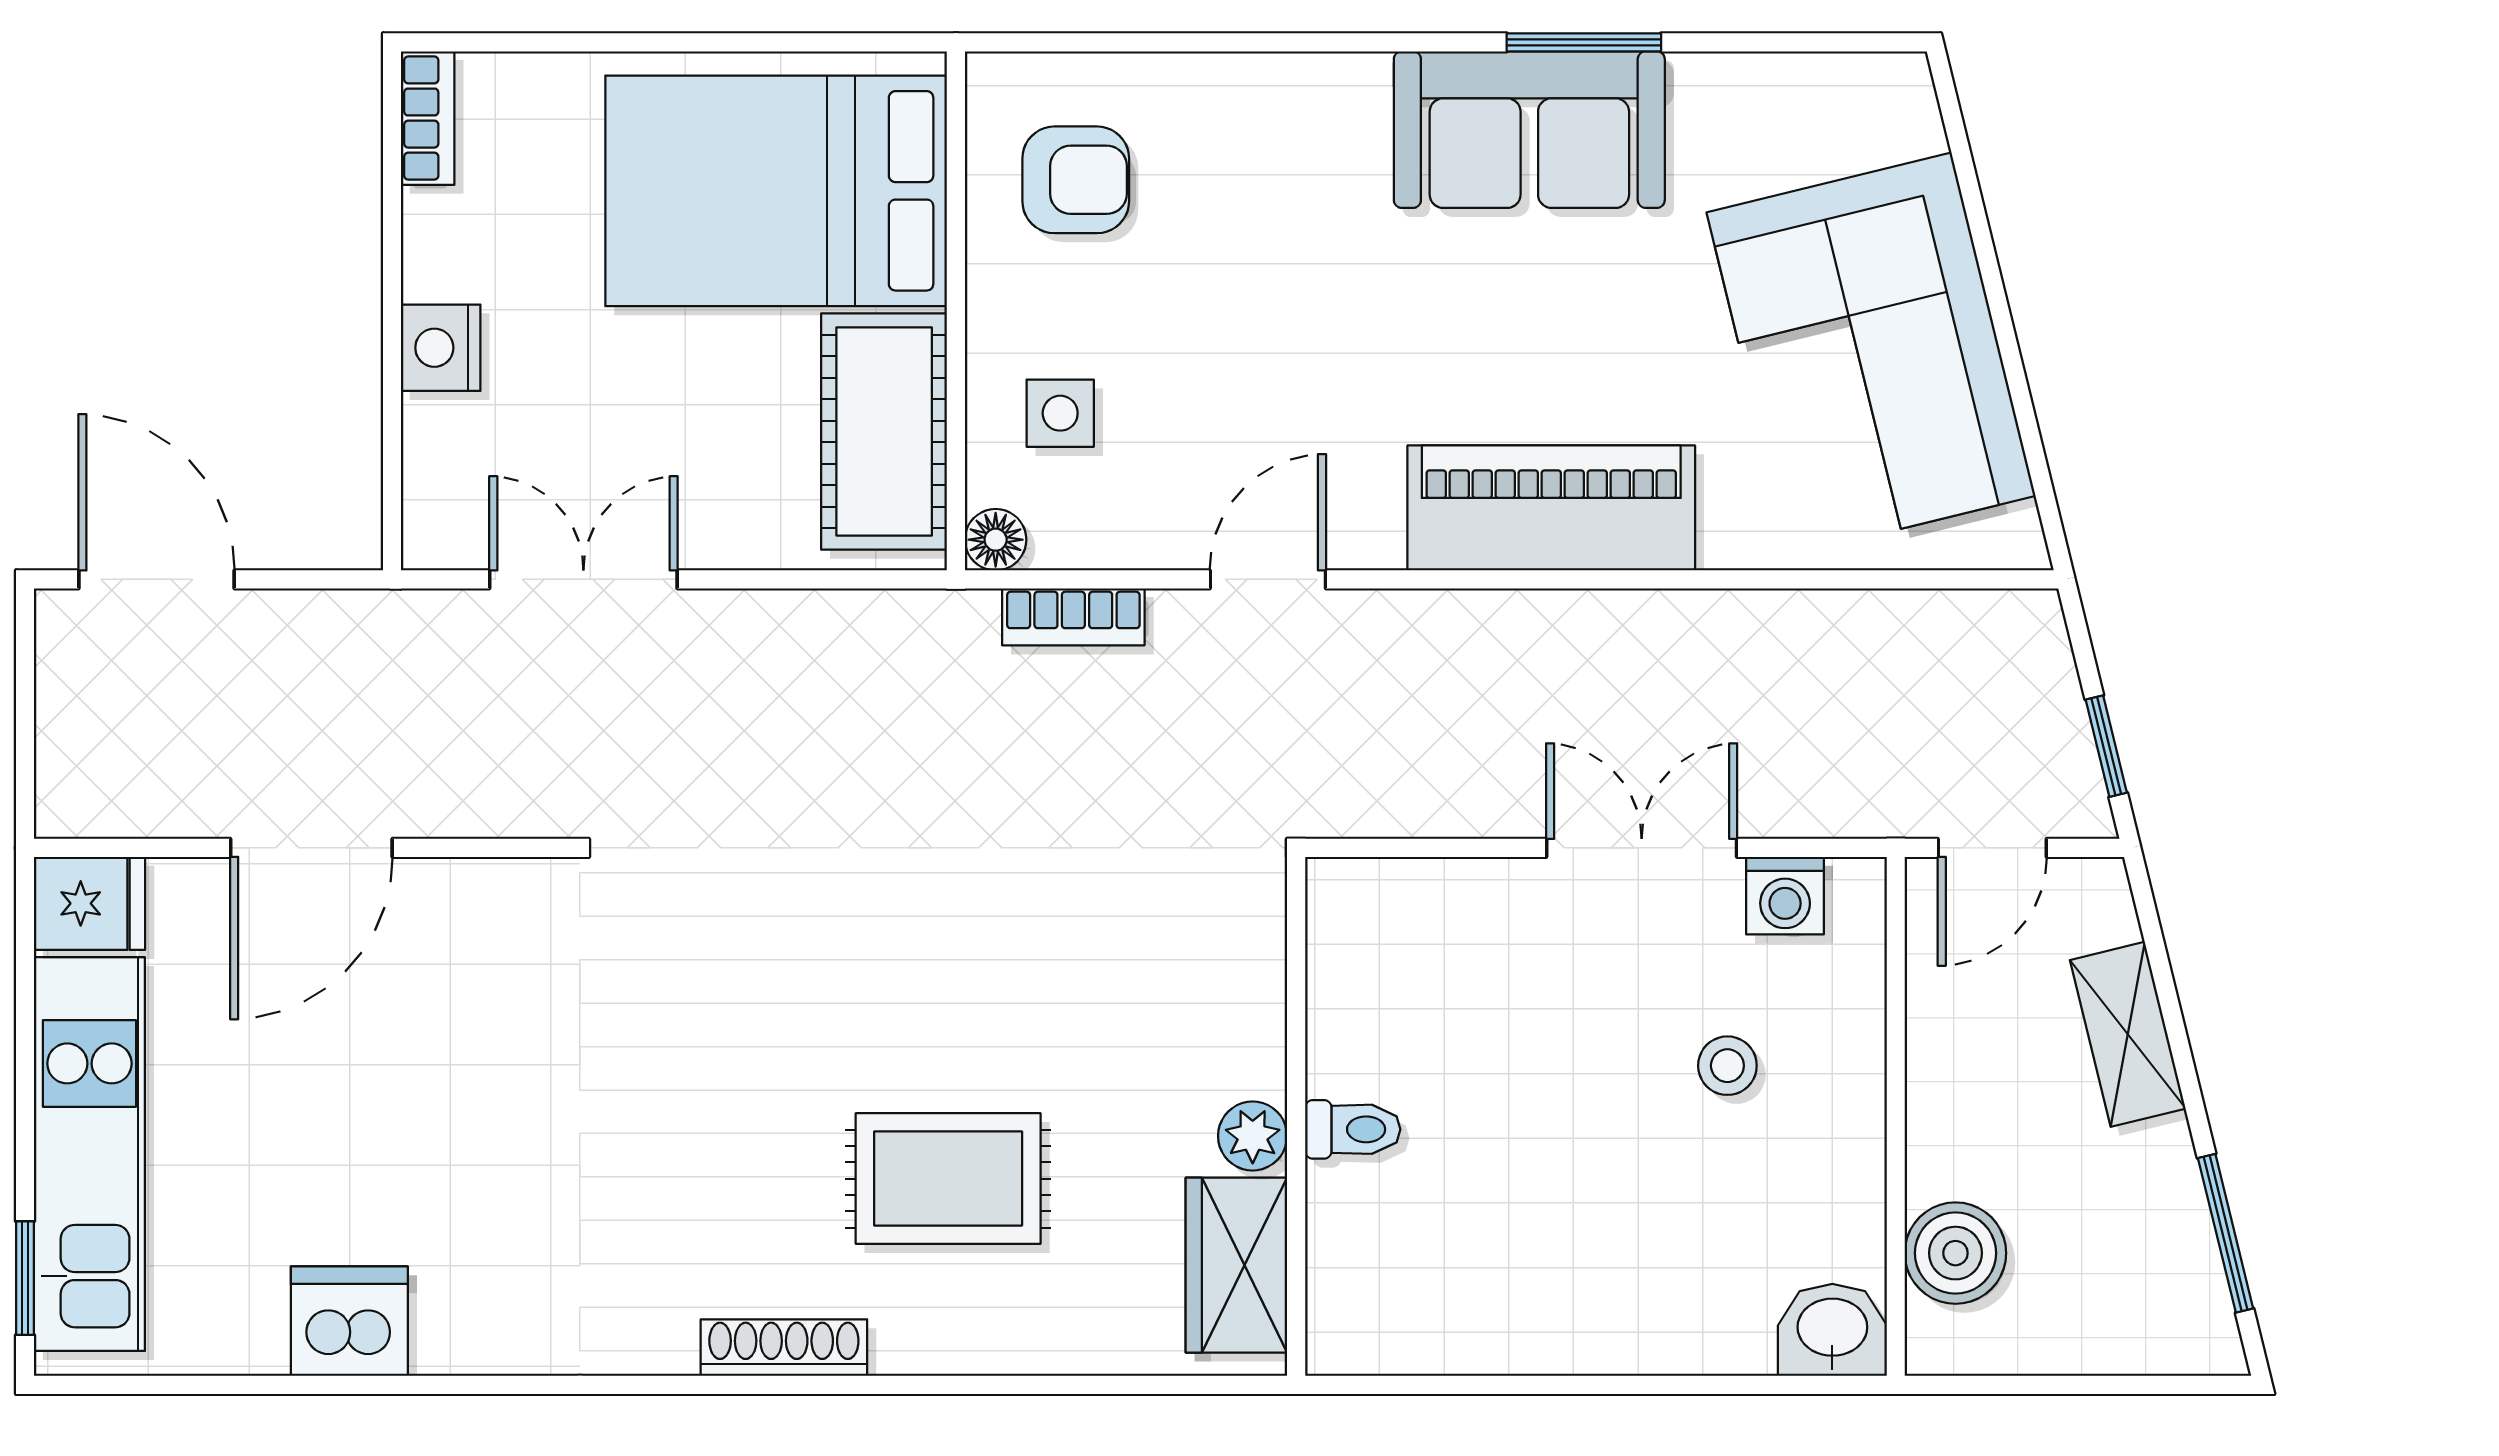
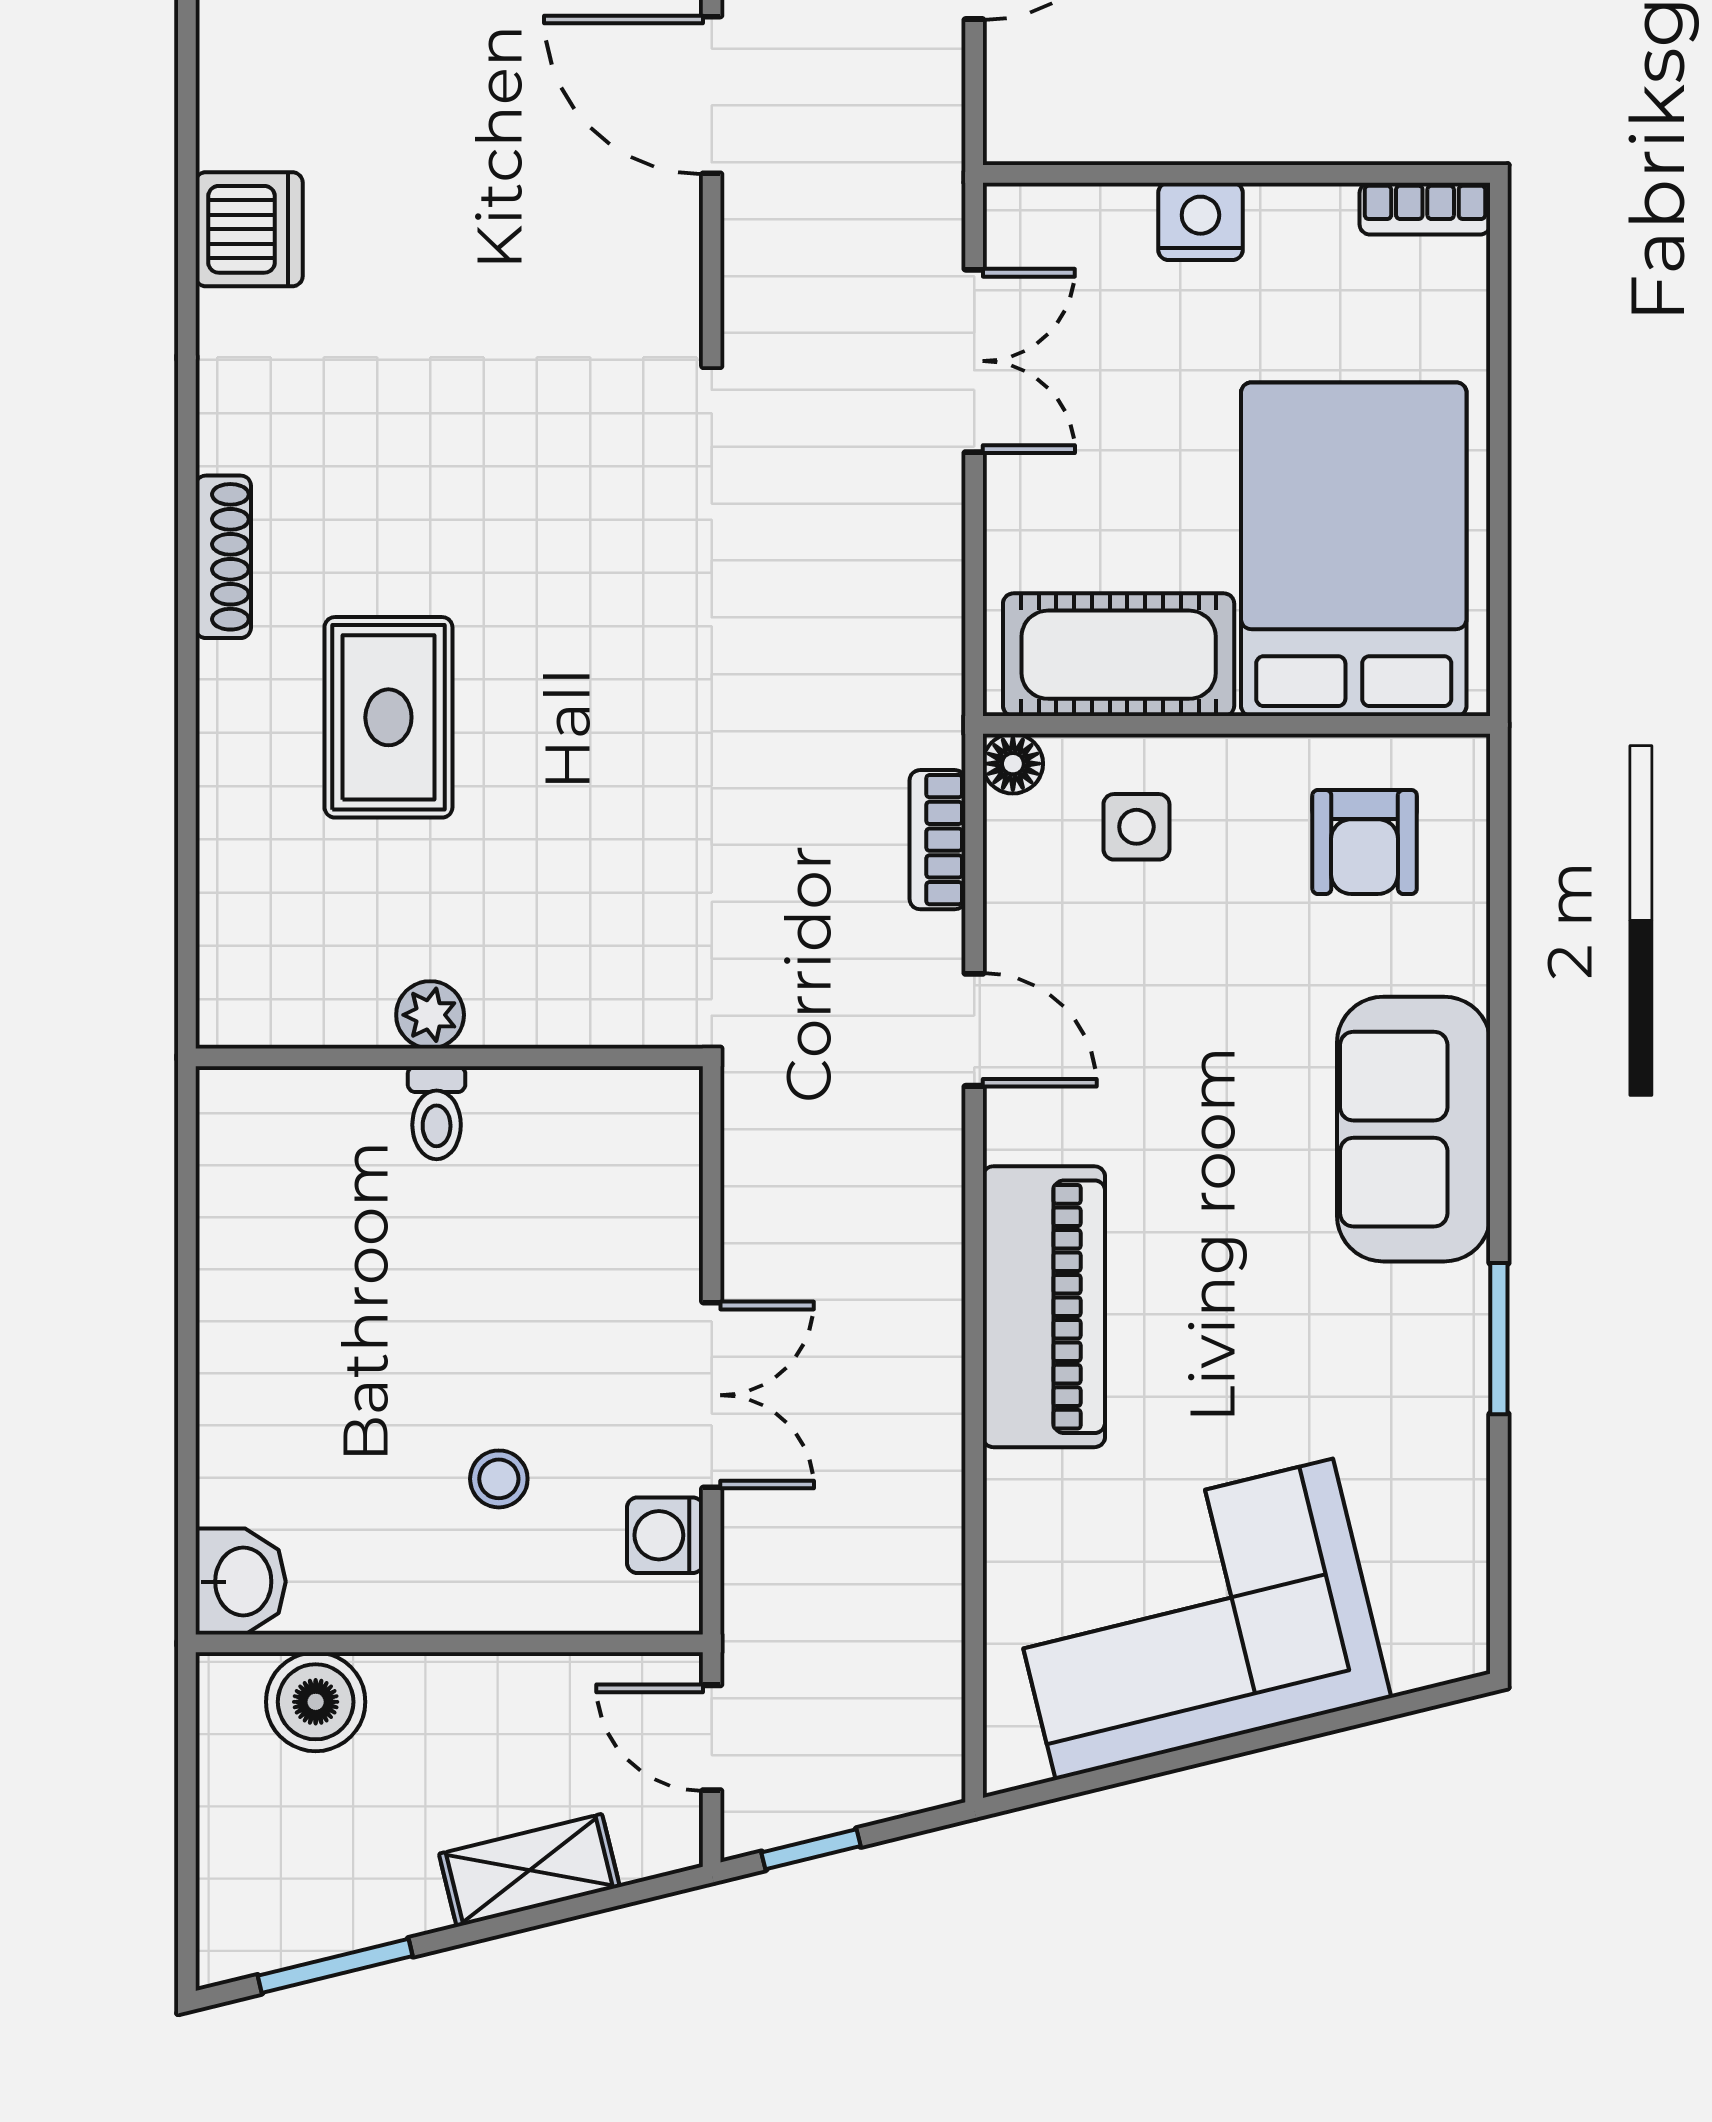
sofa: (1529, 130) -> (1414, 1129), moved
wardrobe: (1236, 1265) -> (304, 999), removed
dishwasher: (349, 1321) -> (249, 229), moved

